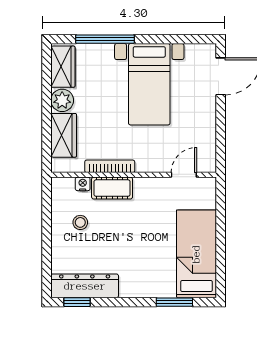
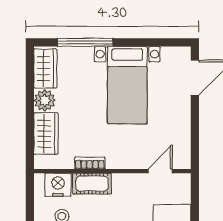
bookcase: (110, 166) -> (90, 163), width x0.64
nightstand: (83, 184) -> (58, 185), width x1.89, depth x1.79

